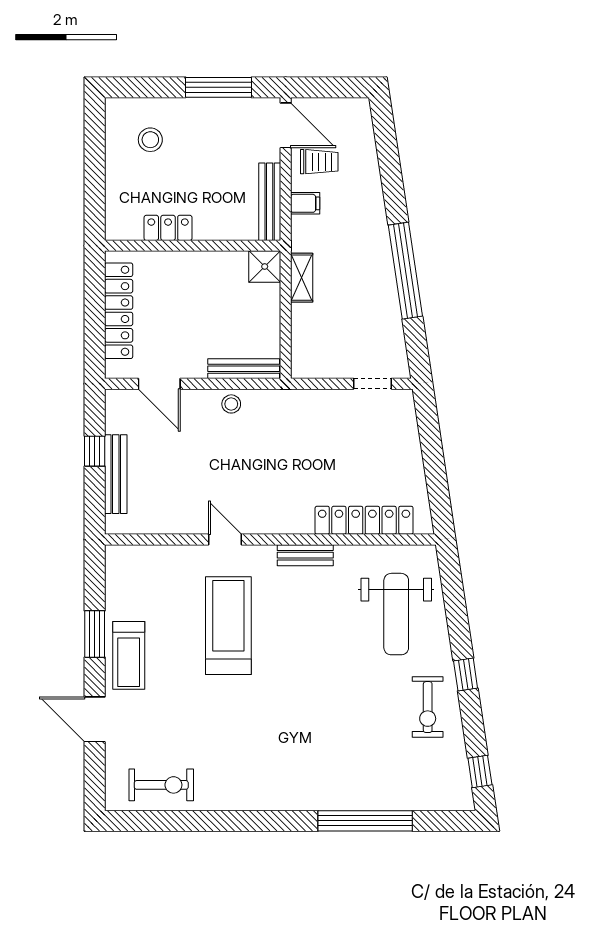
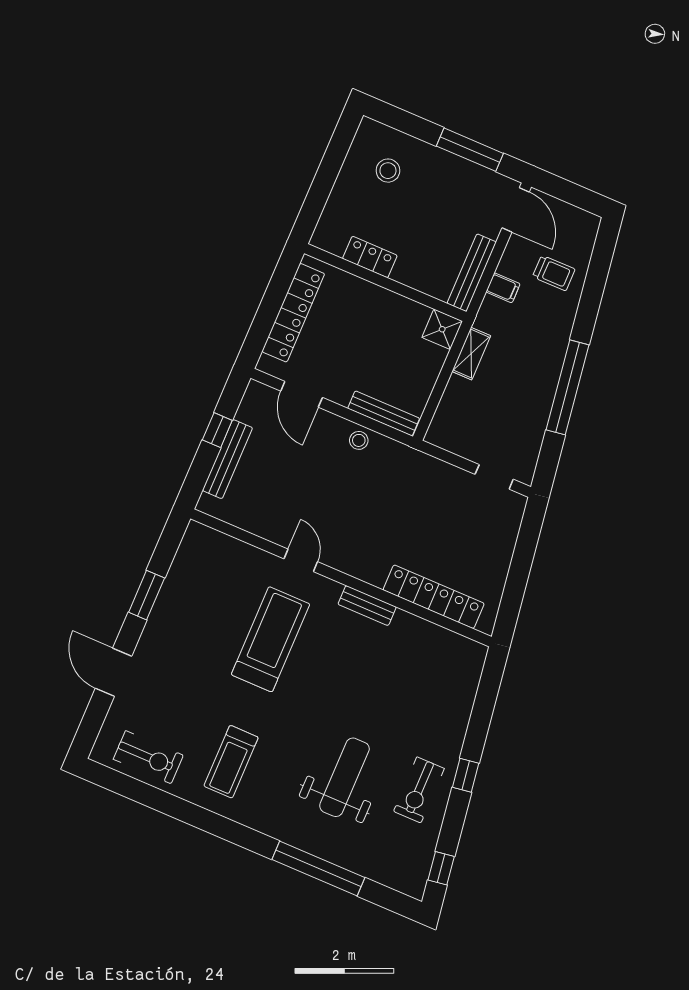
trolley: (319, 162) -> (554, 273), moved
weight bench: (396, 614) -> (344, 777), moved, turned 180
treadmill: (129, 655) -> (231, 762), moved

